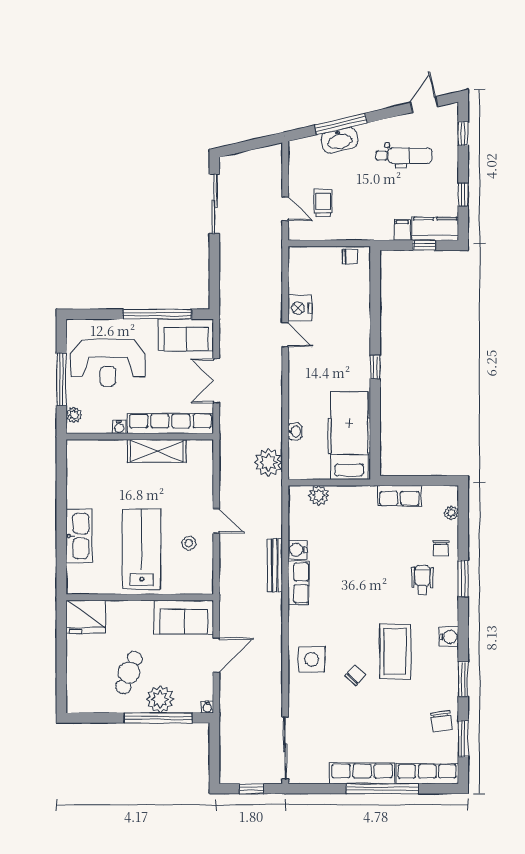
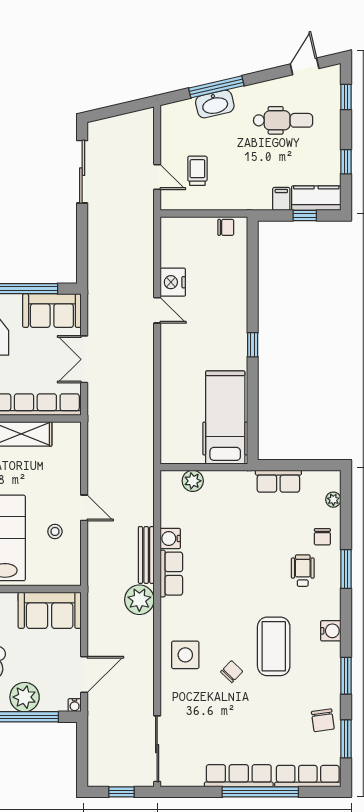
washbasin: (295, 431) -> (167, 413), removed
plant: (268, 462) -> (139, 600), moved
door: (216, 655) -> (84, 674), moved

